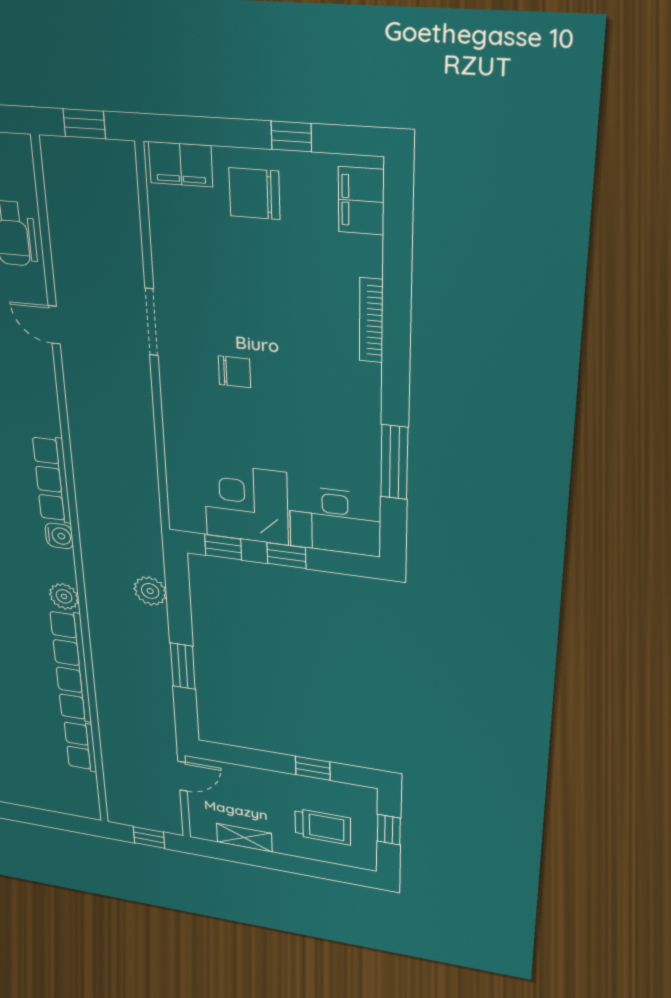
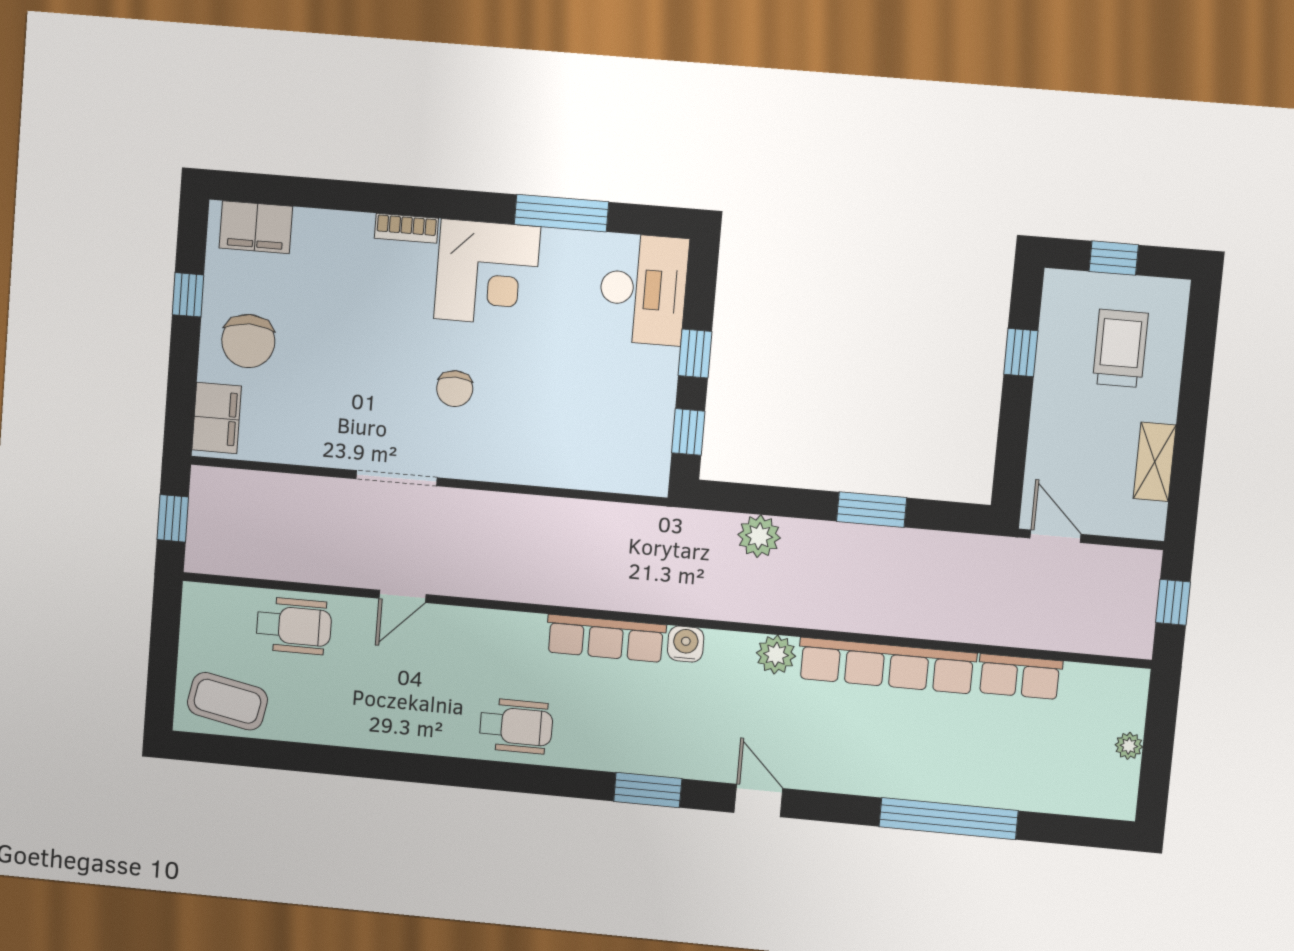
bookcase: (371, 320) -> (406, 228), width x0.64
chair: (234, 372) -> (455, 389), turned 180
corner desk: (246, 504) -> (487, 273), moved, turned -90
plant: (47, 803) -> (1129, 746), added

